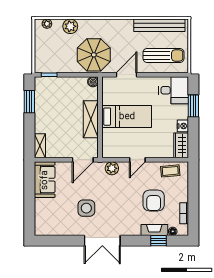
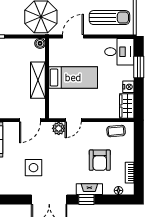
door: (137, 160) -> (73, 120), moved
fireplace: (154, 230) -> (89, 189), moved
window: (159, 241) -> (86, 200), moved

